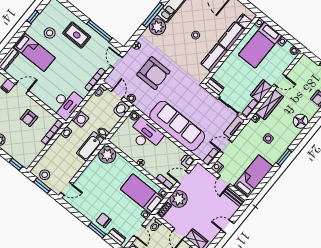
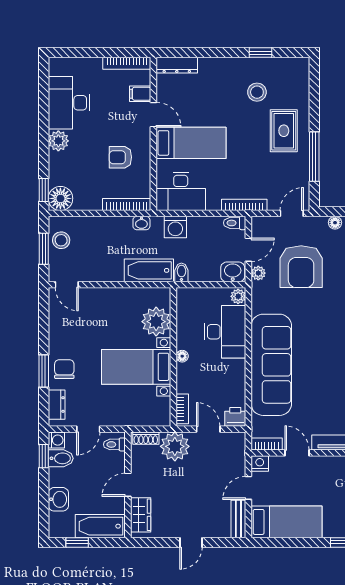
bed: (34, 52) -> (191, 143), moved, turned -90
armchair: (153, 73) -> (301, 267), moved
plant: (107, 155) -> (156, 322), moved
floor lamp: (26, 160) -> (60, 198), added
bed with nightstands: (142, 194) -> (136, 367), moved, turned -90
door: (227, 227) -> (191, 542), swing flipped

